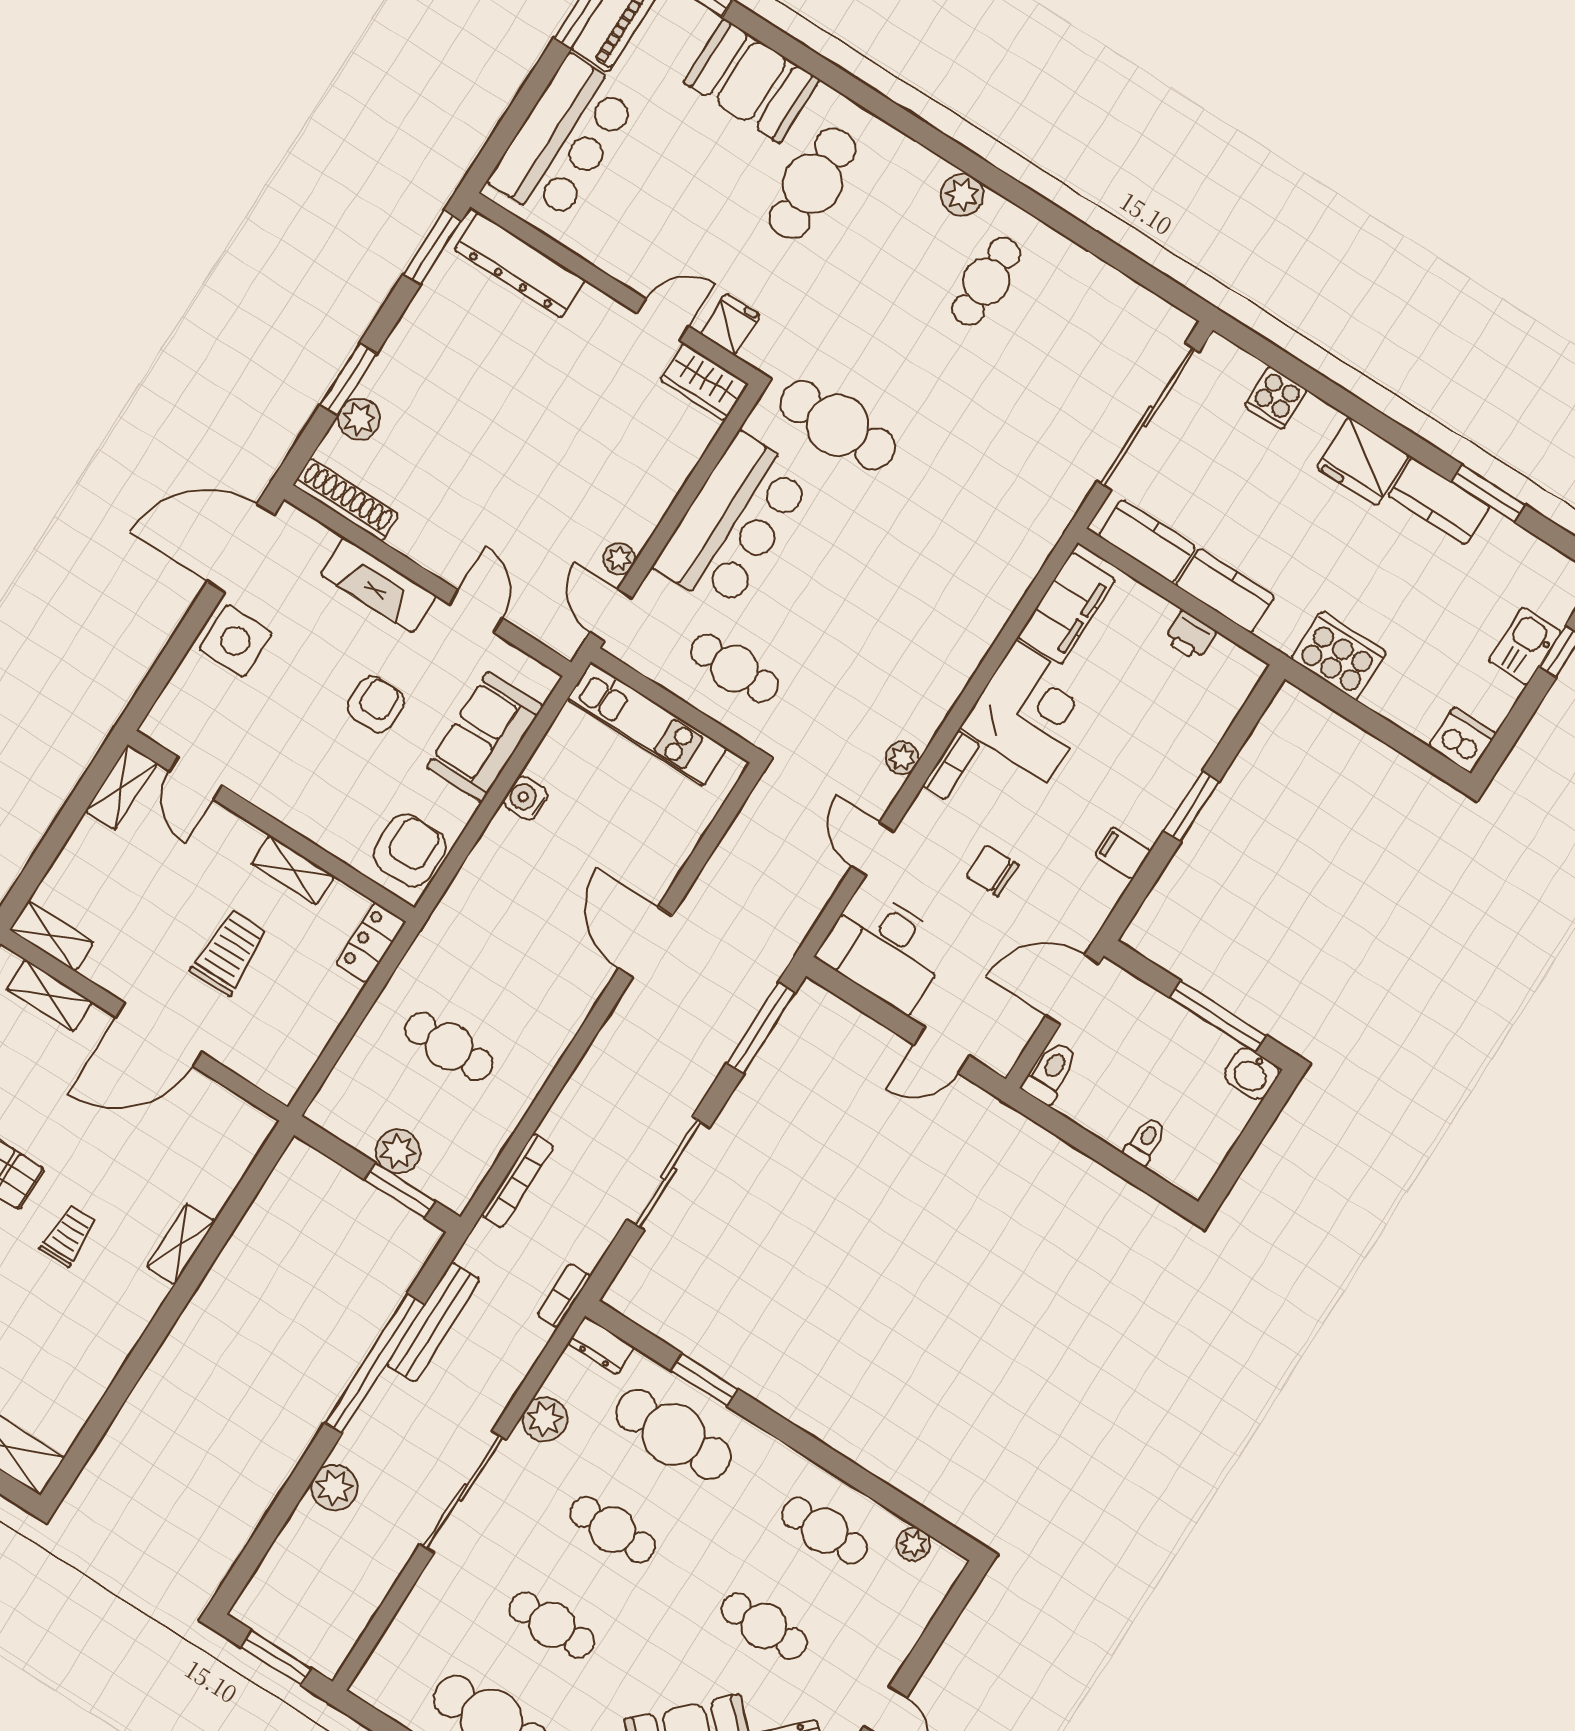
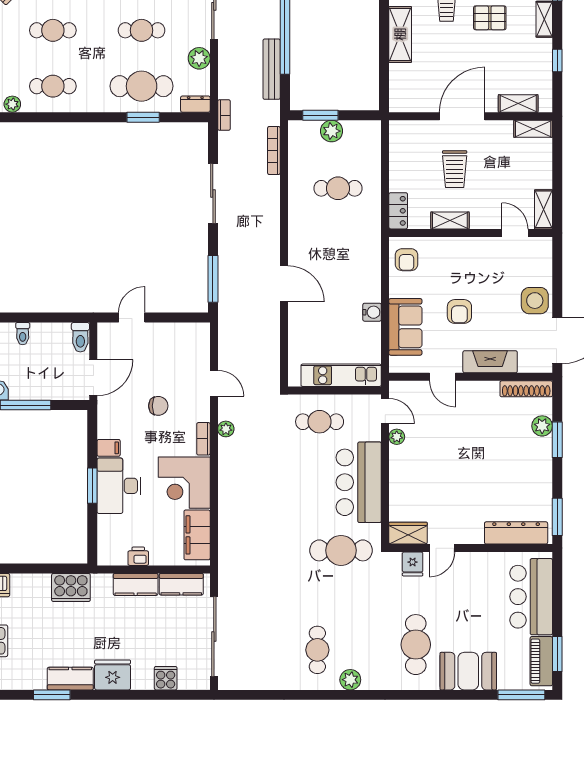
armchair: (410, 850) -> (407, 260), width x0.72, depth x0.72
desk: (884, 950) -> (119, 486), moved, turned -90
shelving: (181, 1244) -> (400, 34), width x1.50, depth x1.33

